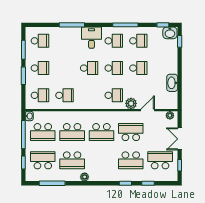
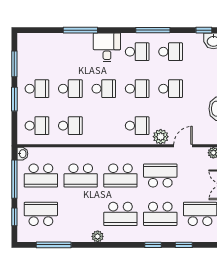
school desk: (40, 41) -> (70, 89), moved
school desk: (72, 160) -> (120, 214), moved

